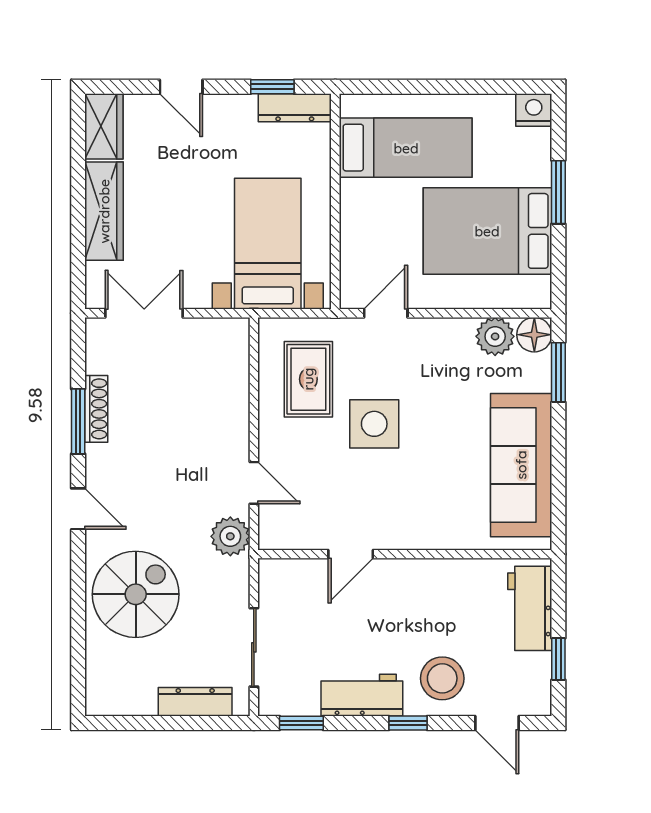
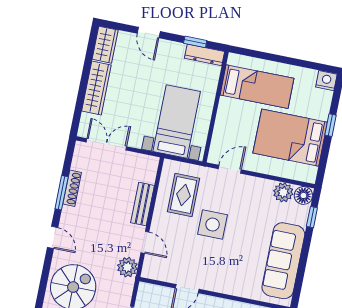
window: (558, 192) -> (330, 125), width x0.67
window: (558, 372) -> (312, 217), width x0.67
bench: (235, 412) -> (142, 204), added

